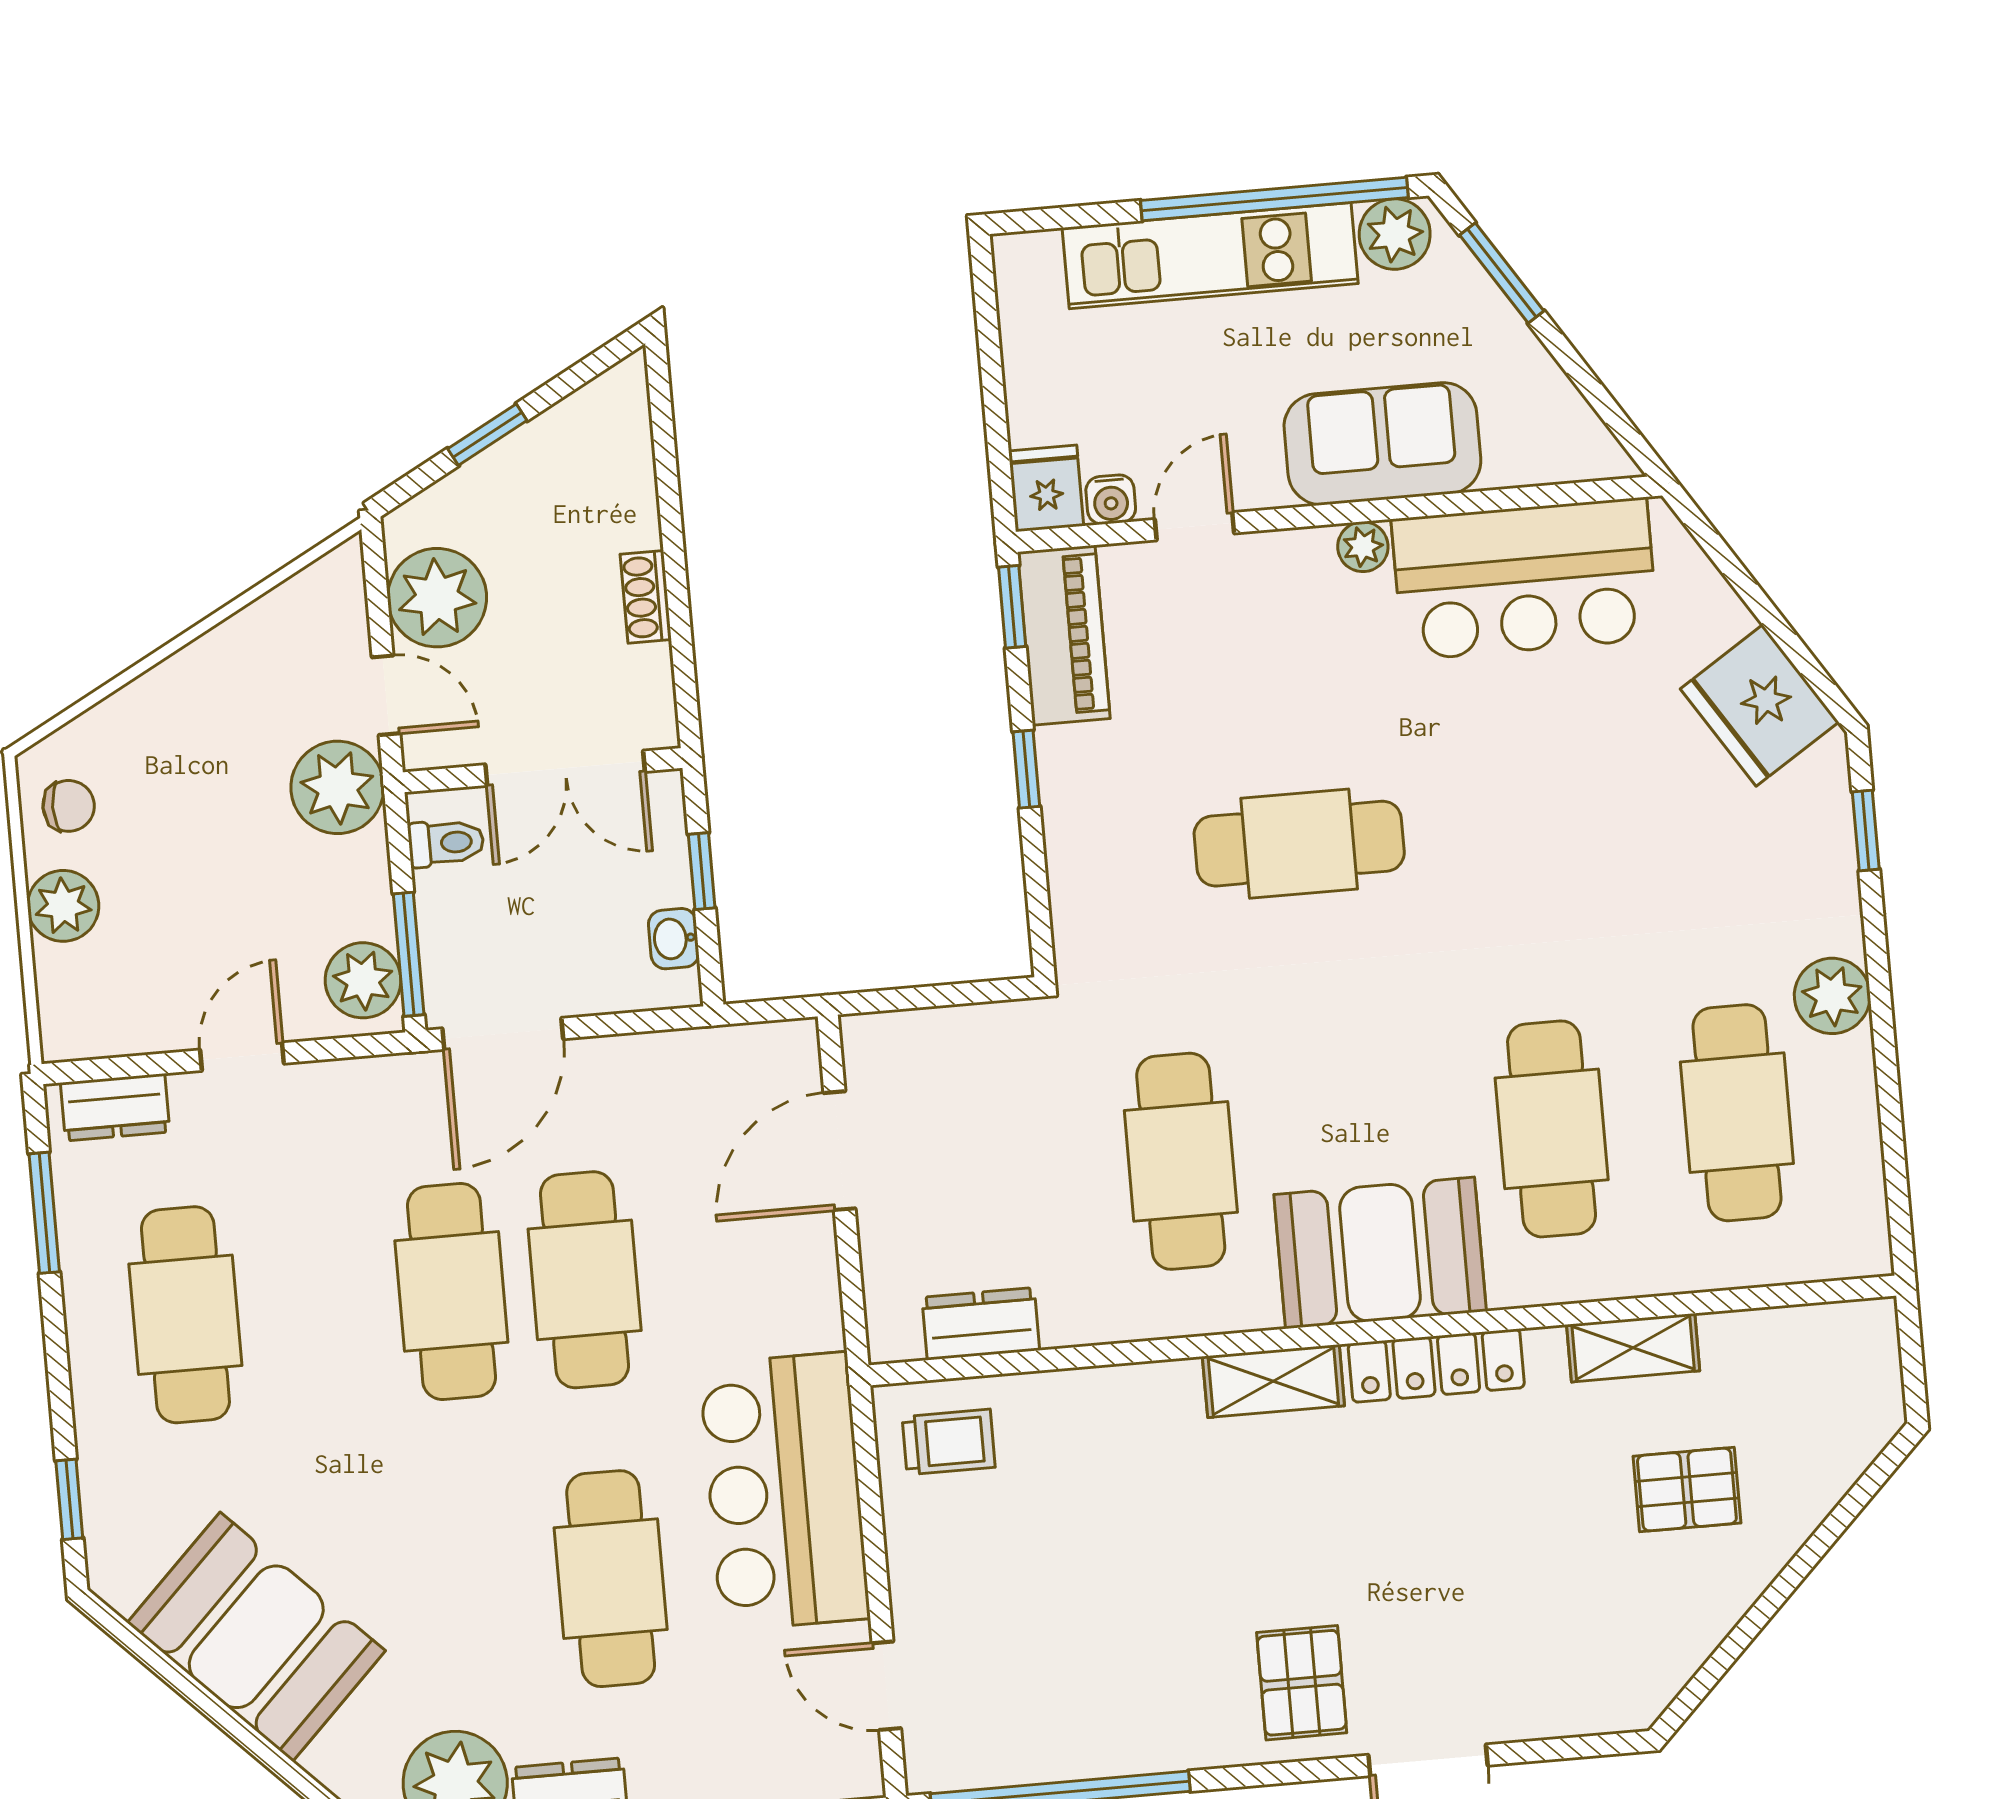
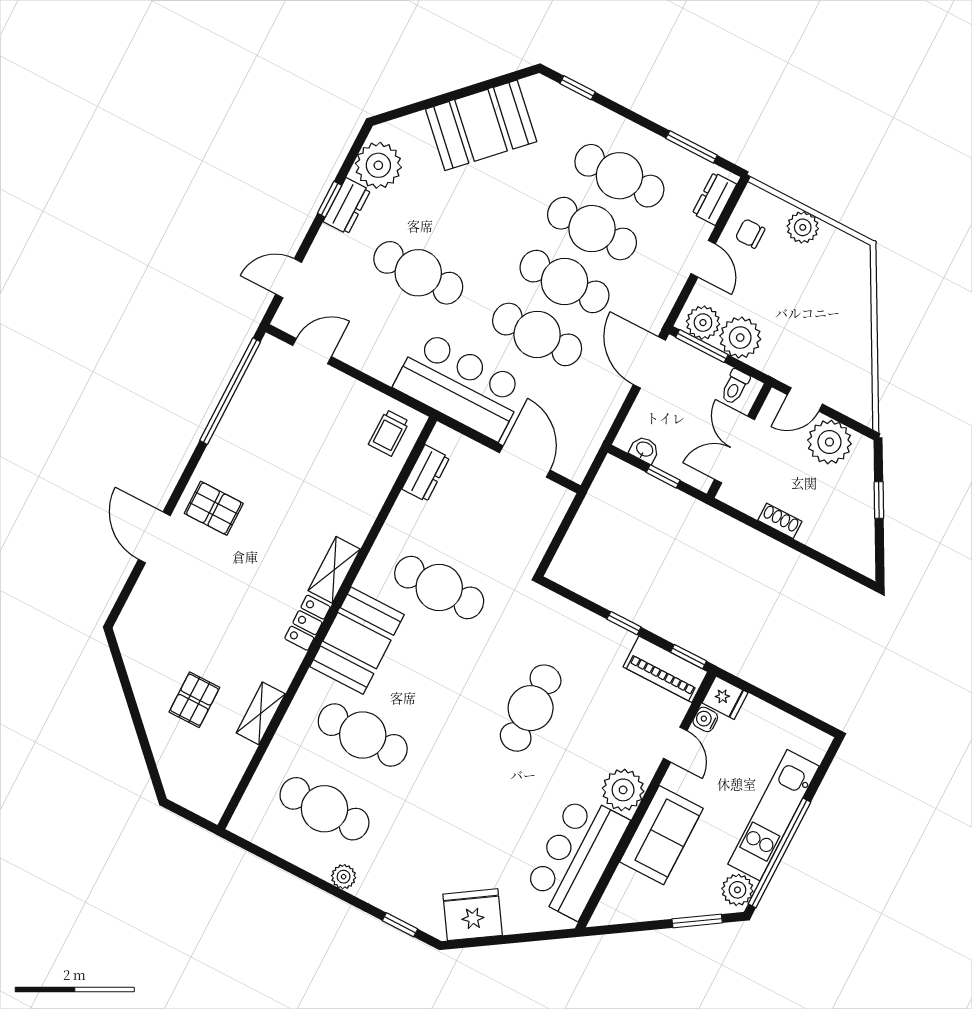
plant: (1363, 547) -> (623, 790), width x1.87, depth x1.87
plant: (337, 787) -> (740, 338), moved
chair: (69, 806) -> (750, 234), moved, turned 90
plant: (1832, 996) -> (344, 877), width x0.73, depth x0.73
cafe table: (318, 1303) -> (592, 229), added
locker: (1436, 1366) -> (307, 623), width x0.66
bar counter: (784, 1491) -> (460, 386), moved

